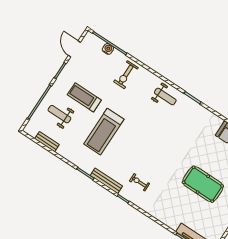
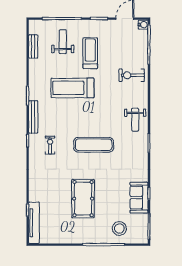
water cooler: (108, 49) -> (143, 25), moved
exercise mat: (163, 145) -> (94, 145), added

